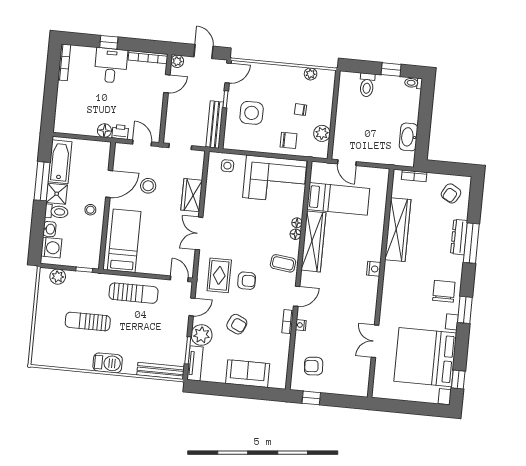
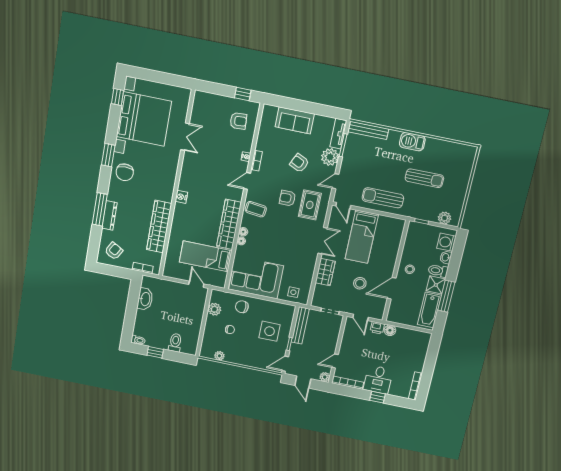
bed: (124, 241) -> (362, 237), moved

